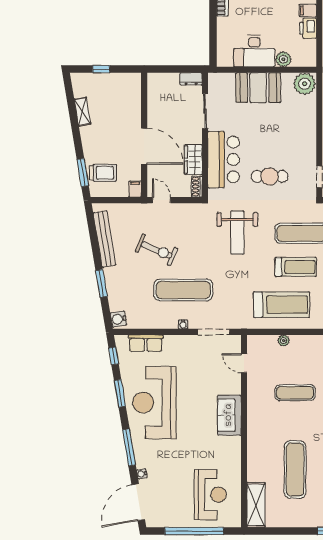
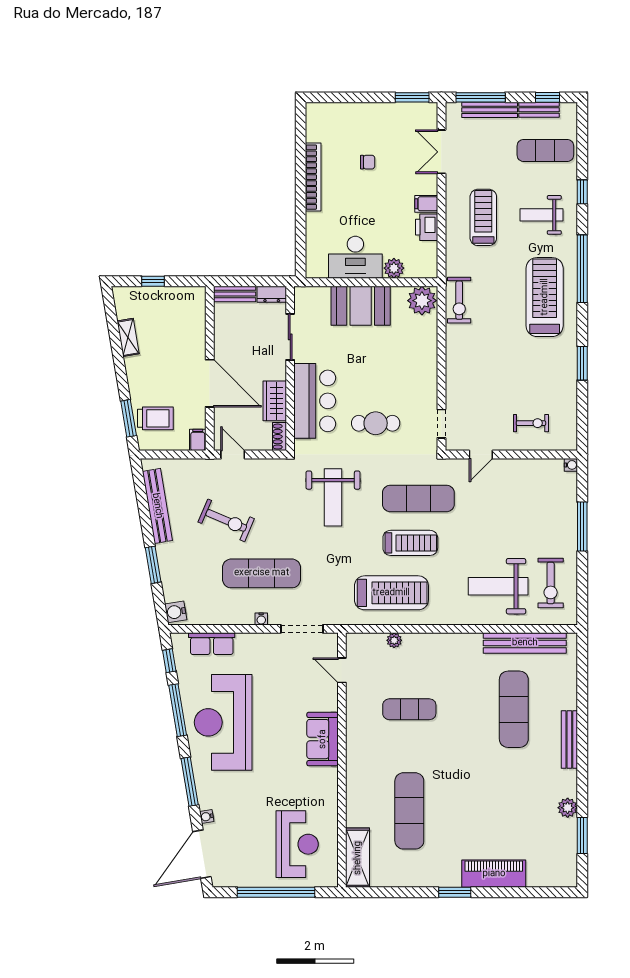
bench: (163, 79) -> (235, 294), added
window: (120, 393) -> (178, 710), width x1.44

